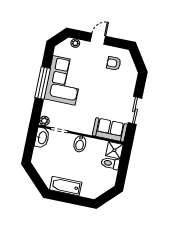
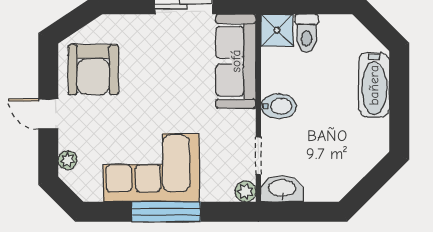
armchair: (114, 63) -> (93, 70), width x1.88, depth x1.88
sofa: (110, 130) -> (236, 61), width x1.36
bathtub: (66, 186) -> (374, 85), moved

